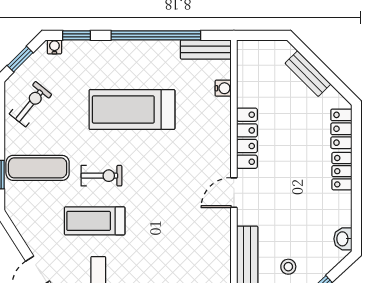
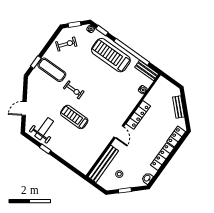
treadmill: (132, 109) -> (111, 55), moved
locker: (342, 171) -> (162, 157), width x1.53
door: (234, 193) -> (119, 132), swing flipped
treadmill: (95, 221) -> (74, 117), moved

